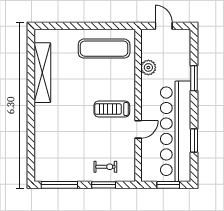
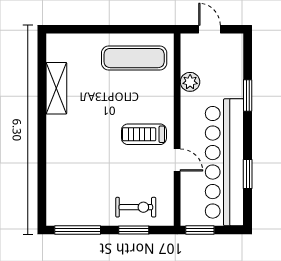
shelving: (42, 73) -> (56, 88), width x0.68
door: (138, 129) -> (177, 160), hinge flipped
exercise bike: (105, 167) -> (136, 207), width x1.38, depth x1.39
window: (168, 185) -> (200, 230), moved

